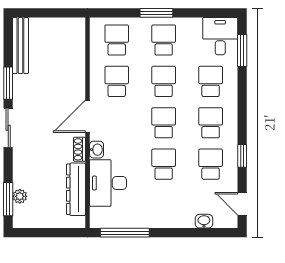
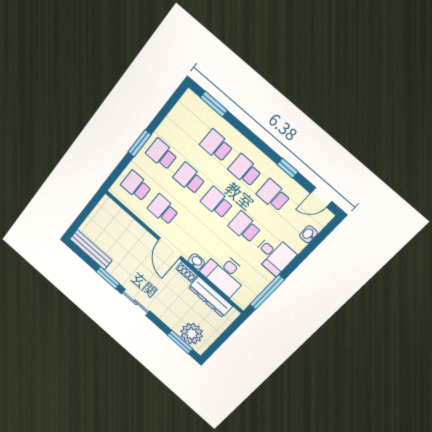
desk: (220, 36) -> (274, 255), moved, turned 180
plant: (20, 196) -> (192, 334), width x1.88, depth x1.88

